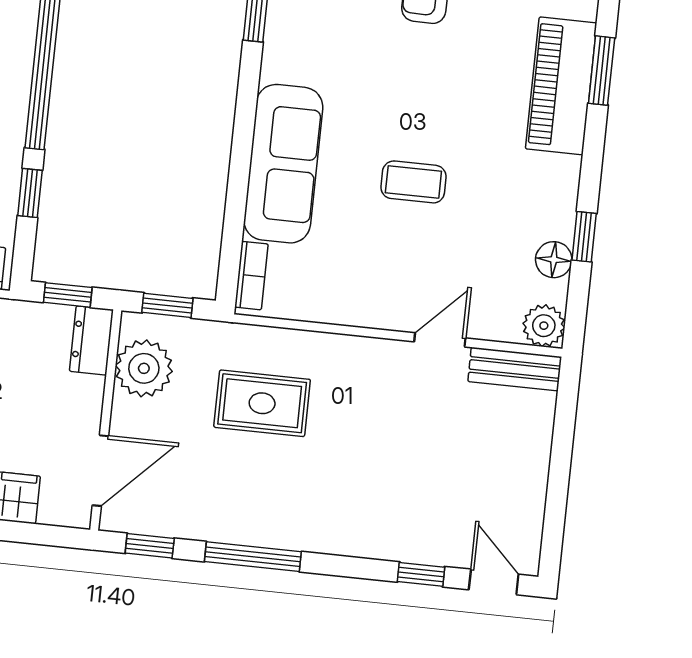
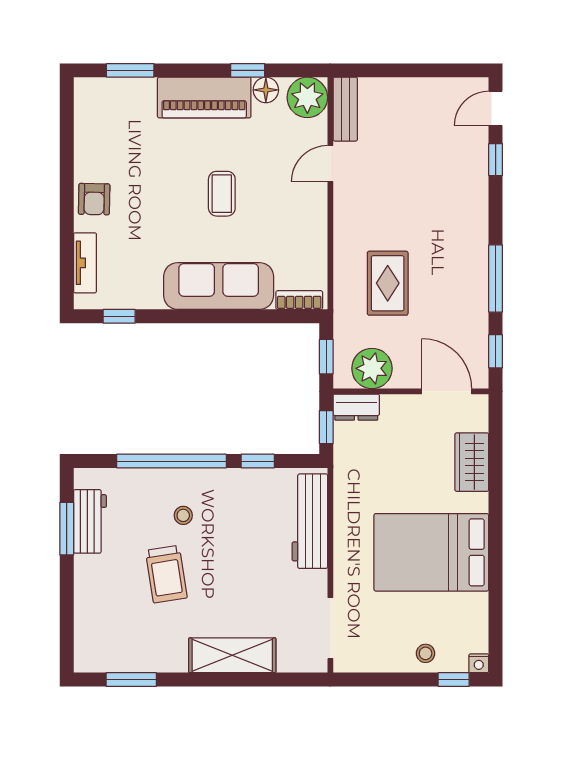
piano: (561, 86) -> (204, 98), moved
plant: (544, 326) -> (307, 97), width x1.36, depth x1.36
door: (440, 340) -> (330, 164), hinge flipped

